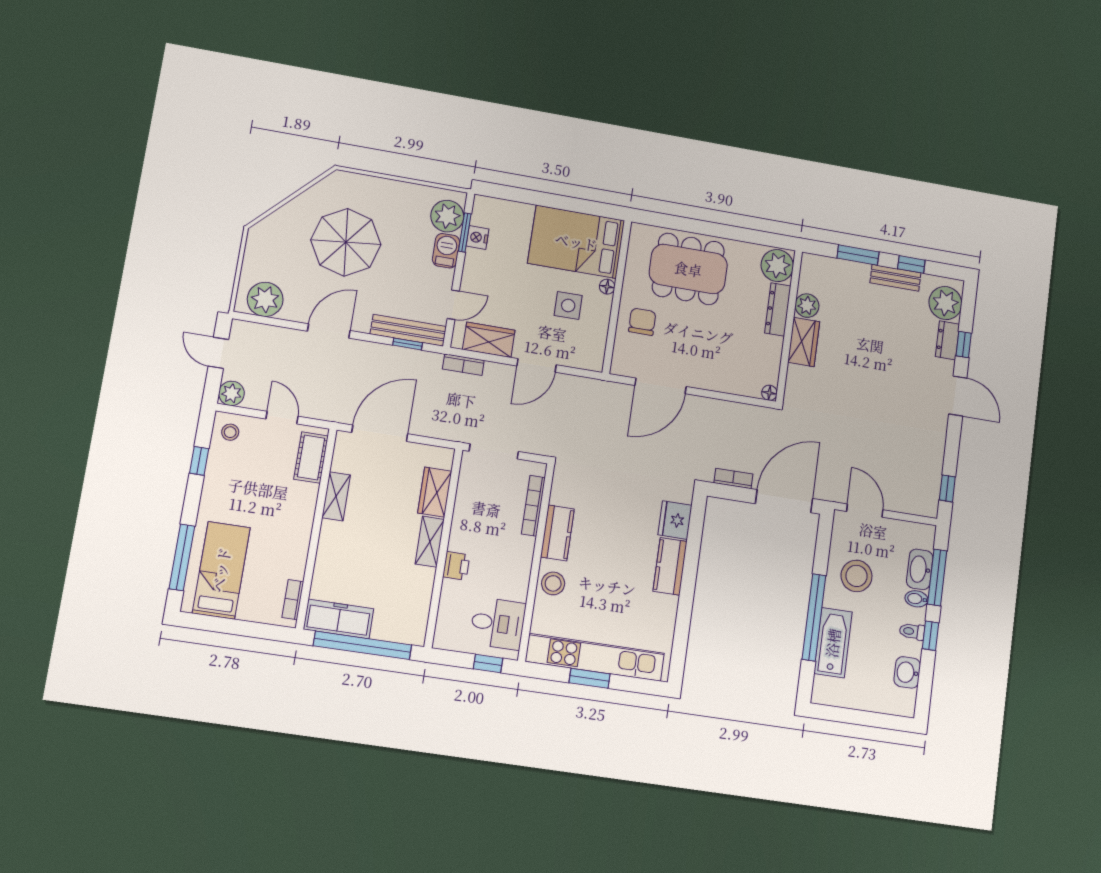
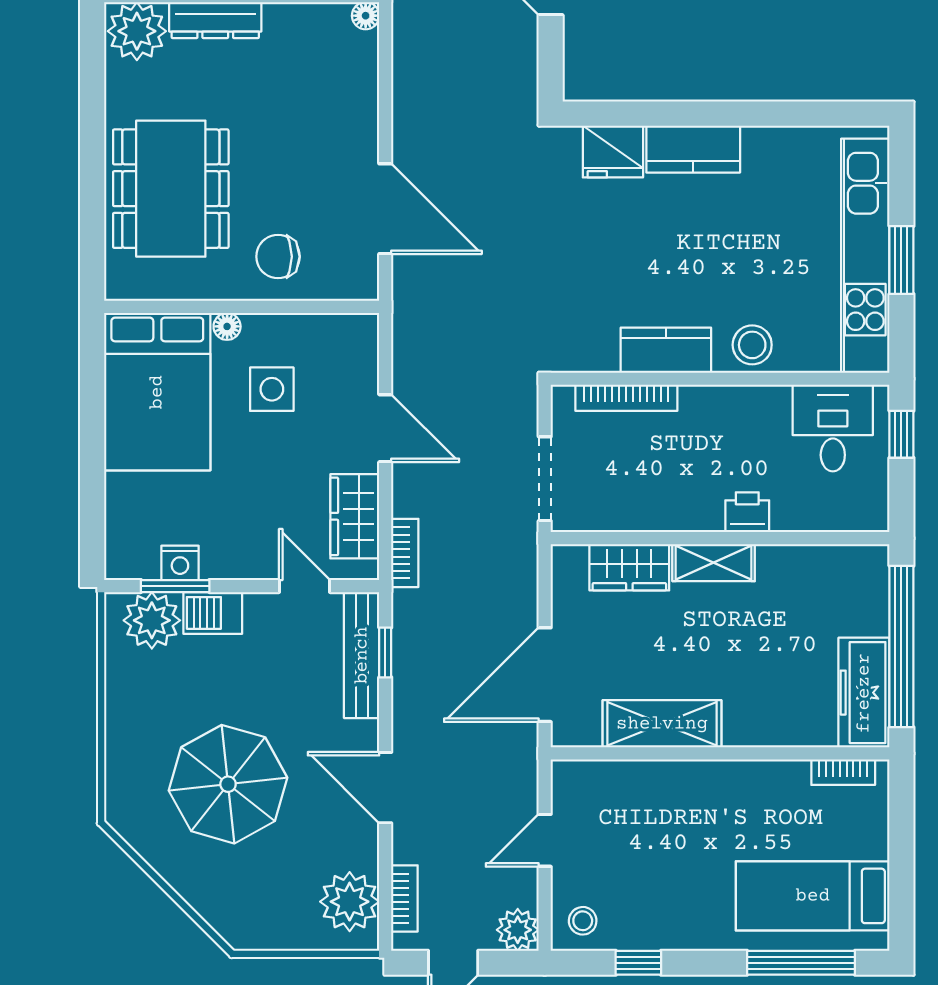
door: (380, 433) -> (545, 675), hinge flipped
cot: (311, 457) -> (604, 782), removed
bookcase: (733, 478) -> (404, 898), moved, turned 180
shelving: (336, 496) -> (662, 724), width x1.50, depth x1.33

